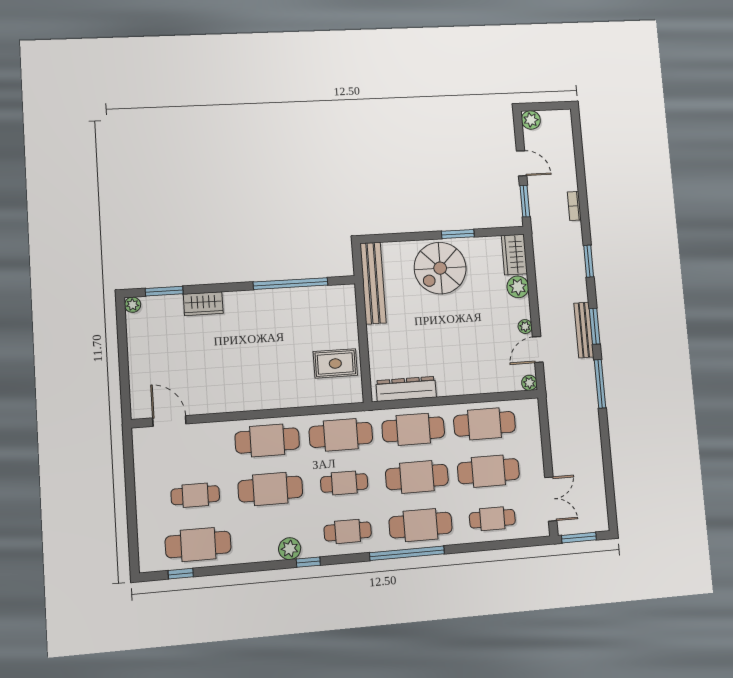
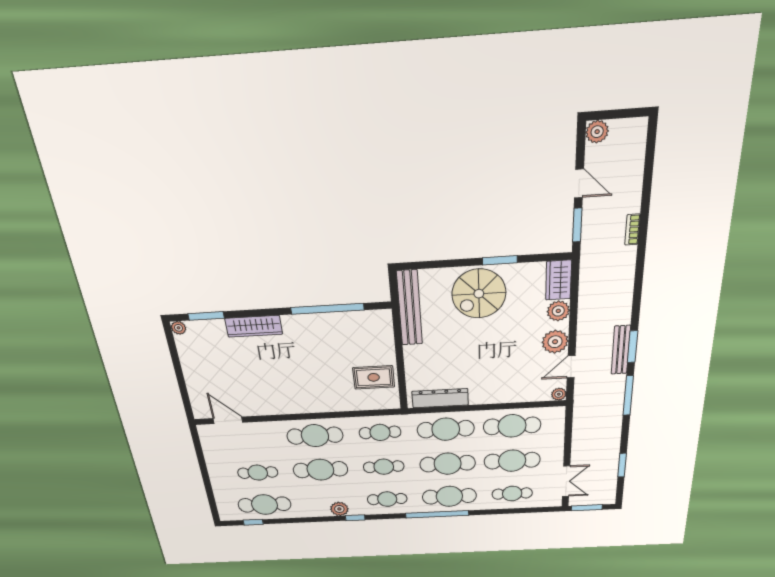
window: (589, 261) -> (622, 465), moved
wardrobe: (203, 304) -> (254, 326), width x1.50
plant: (525, 327) -> (555, 342), width x1.87, depth x1.87
cafe table: (341, 435) -> (380, 432), width x0.73, depth x0.74

